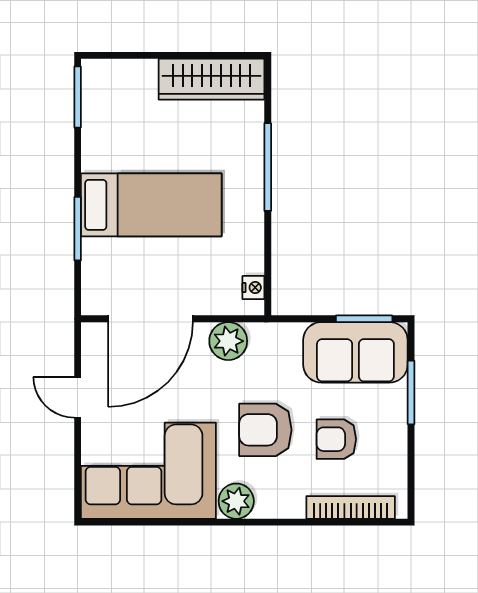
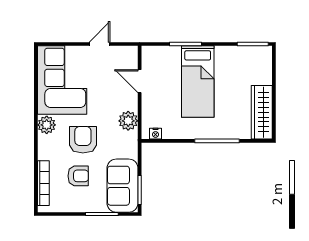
door: (150, 319) -> (140, 81), width x0.53
armchair: (336, 439) -> (78, 176), turned 90

